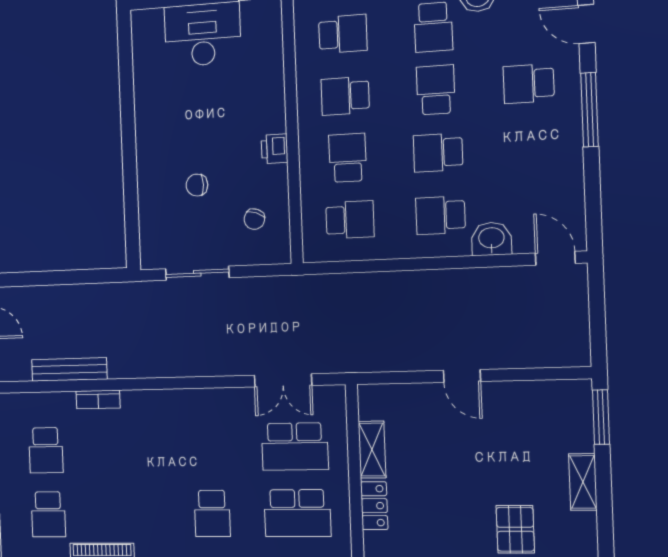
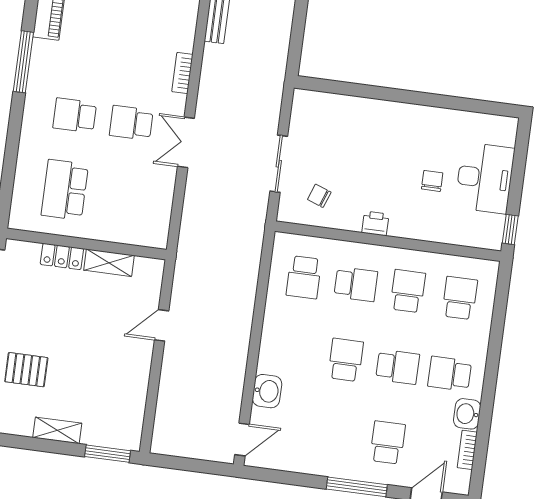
school desk: (343, 34) -> (460, 298), turned 180
chair: (197, 185) -> (432, 181), moved
school desk: (440, 215) -> (294, 353), removed
sliding door: (197, 273) -> (279, 164), moved
door: (462, 376) -> (162, 325), moved
double door: (283, 380) -> (186, 142), moved
bookcase: (98, 399) -> (182, 73), moved
school desk: (295, 447) -> (131, 123), moved, width x0.54

